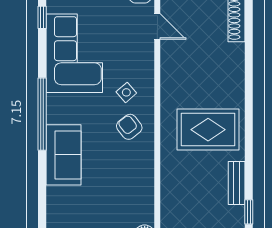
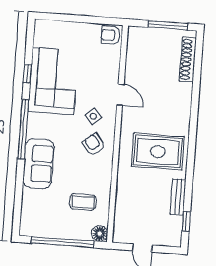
window: (42, 17) -> (27, 74), moved
door: (157, 26) -> (120, 95), moved
coffee table: (121, 198) -> (83, 202), added

